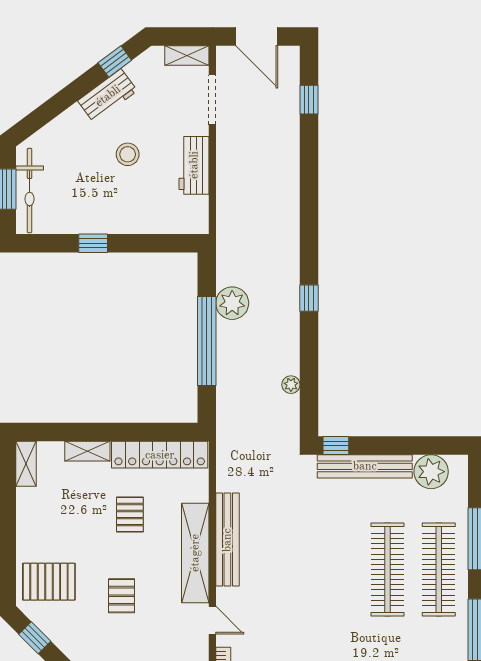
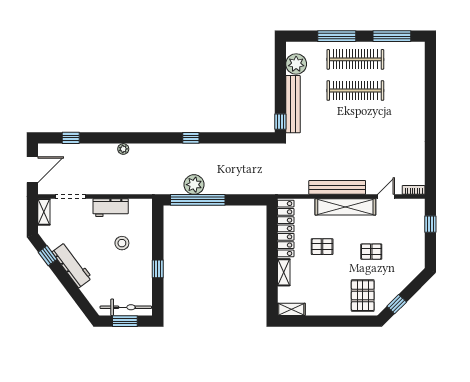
workbench: (108, 96) -> (72, 265), width x1.38
stool: (128, 154) -> (122, 243), moved
window: (207, 341) -> (198, 200), moved
plant: (291, 385) -> (123, 149), moved

